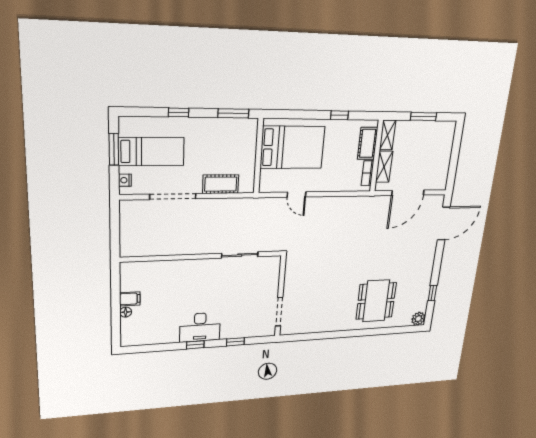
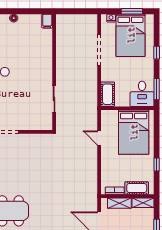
desk: (239, 135) -> (142, 94), added
bed: (151, 152) -> (131, 35), width x1.50
cot: (221, 184) -> (108, 94), moved
door: (297, 195) -> (99, 138), hinge flipped
filing cabinet: (130, 299) -> (47, 21), moved

